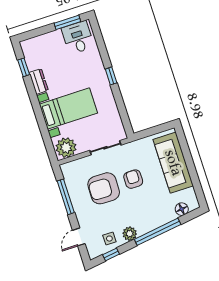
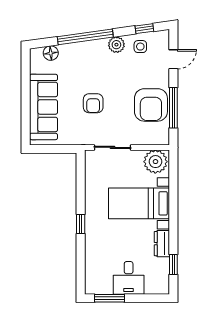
desk: (78, 38) -> (129, 278), moved
armchair: (104, 188) -> (151, 105), moved, turned 89

